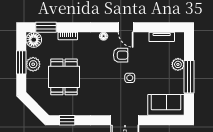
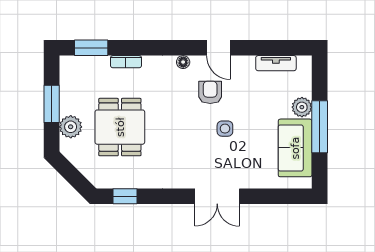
floor lamp: (34, 40) -> (72, 68), removed
armchair: (121, 55) -> (210, 92), turned -90
plant: (33, 64) -> (71, 127), moved
sofa: (166, 105) -> (295, 148), moved, turned -90

